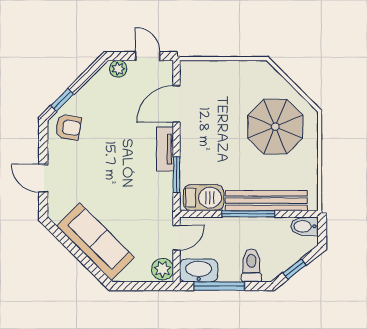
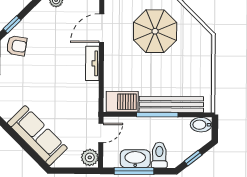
parasol: (275, 127) -> (155, 31), moved
window: (177, 175) -> (101, 84), removed
washbasin: (199, 270) -> (135, 159), moved

